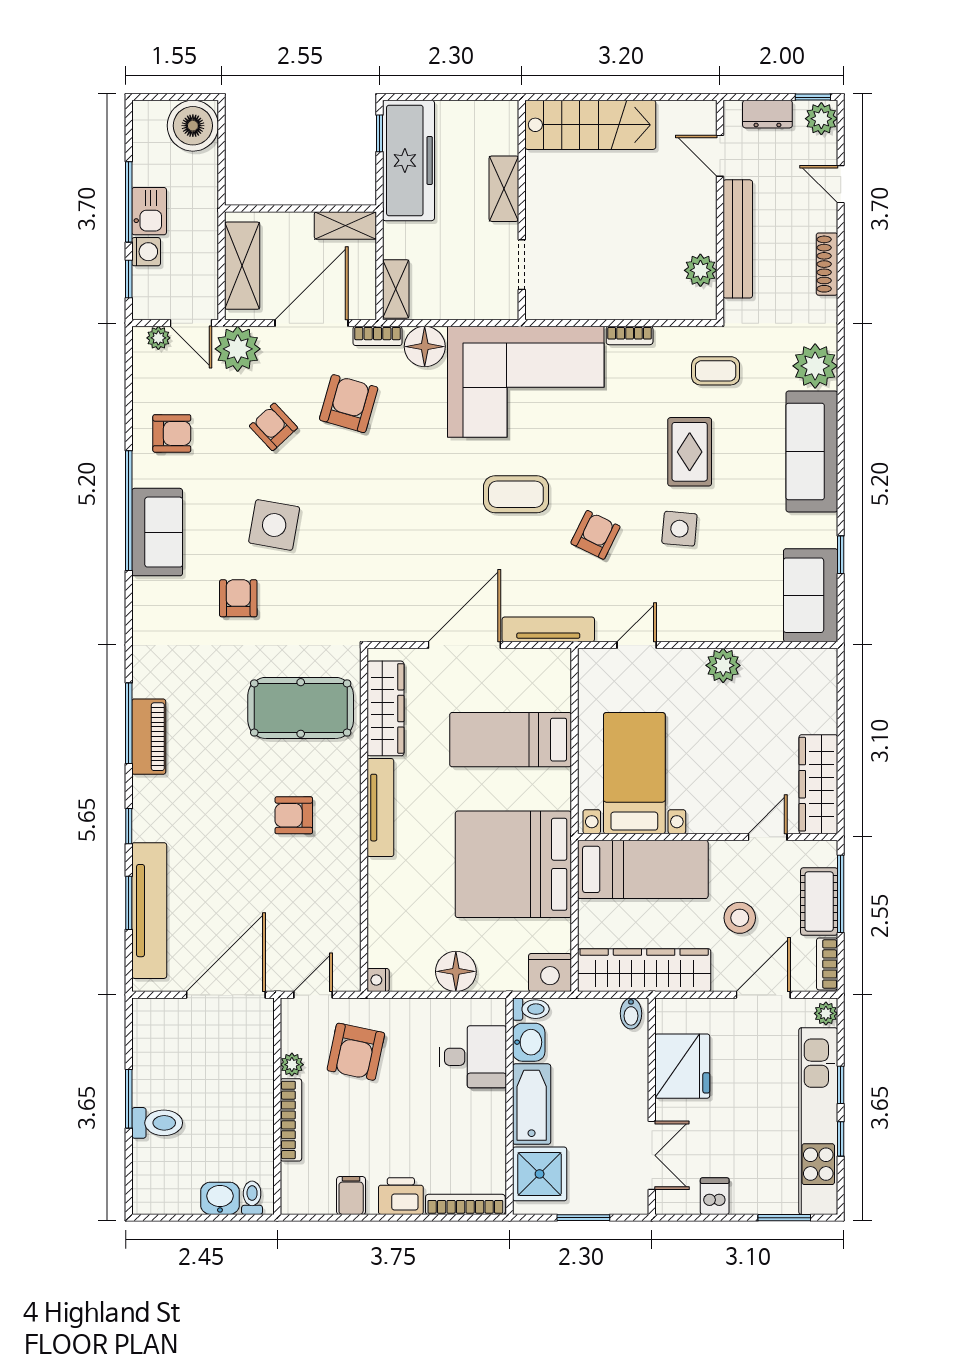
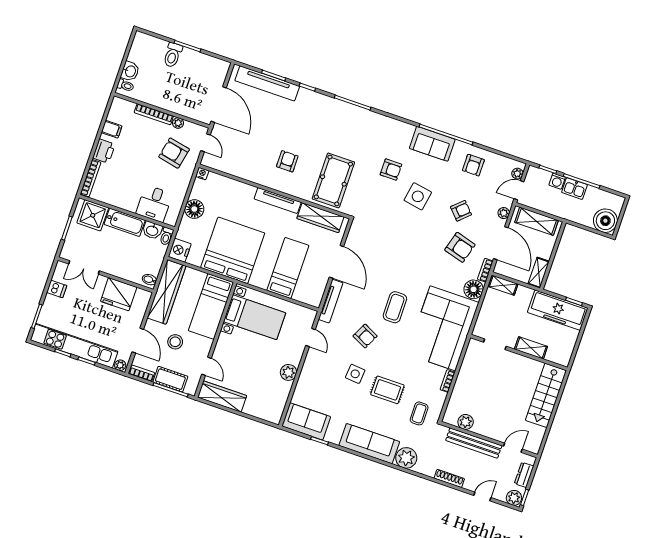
plant: (238, 349) -> (504, 213), width x0.53, depth x0.53
piano: (149, 737) -> (344, 109), removed

